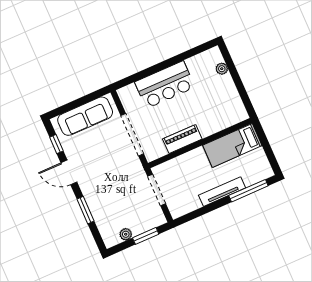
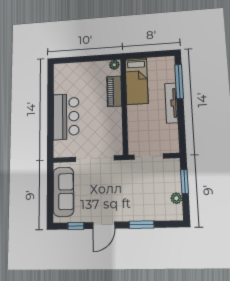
plant: (222, 69) -> (114, 65), moved
piano: (182, 139) -> (114, 91), moved

